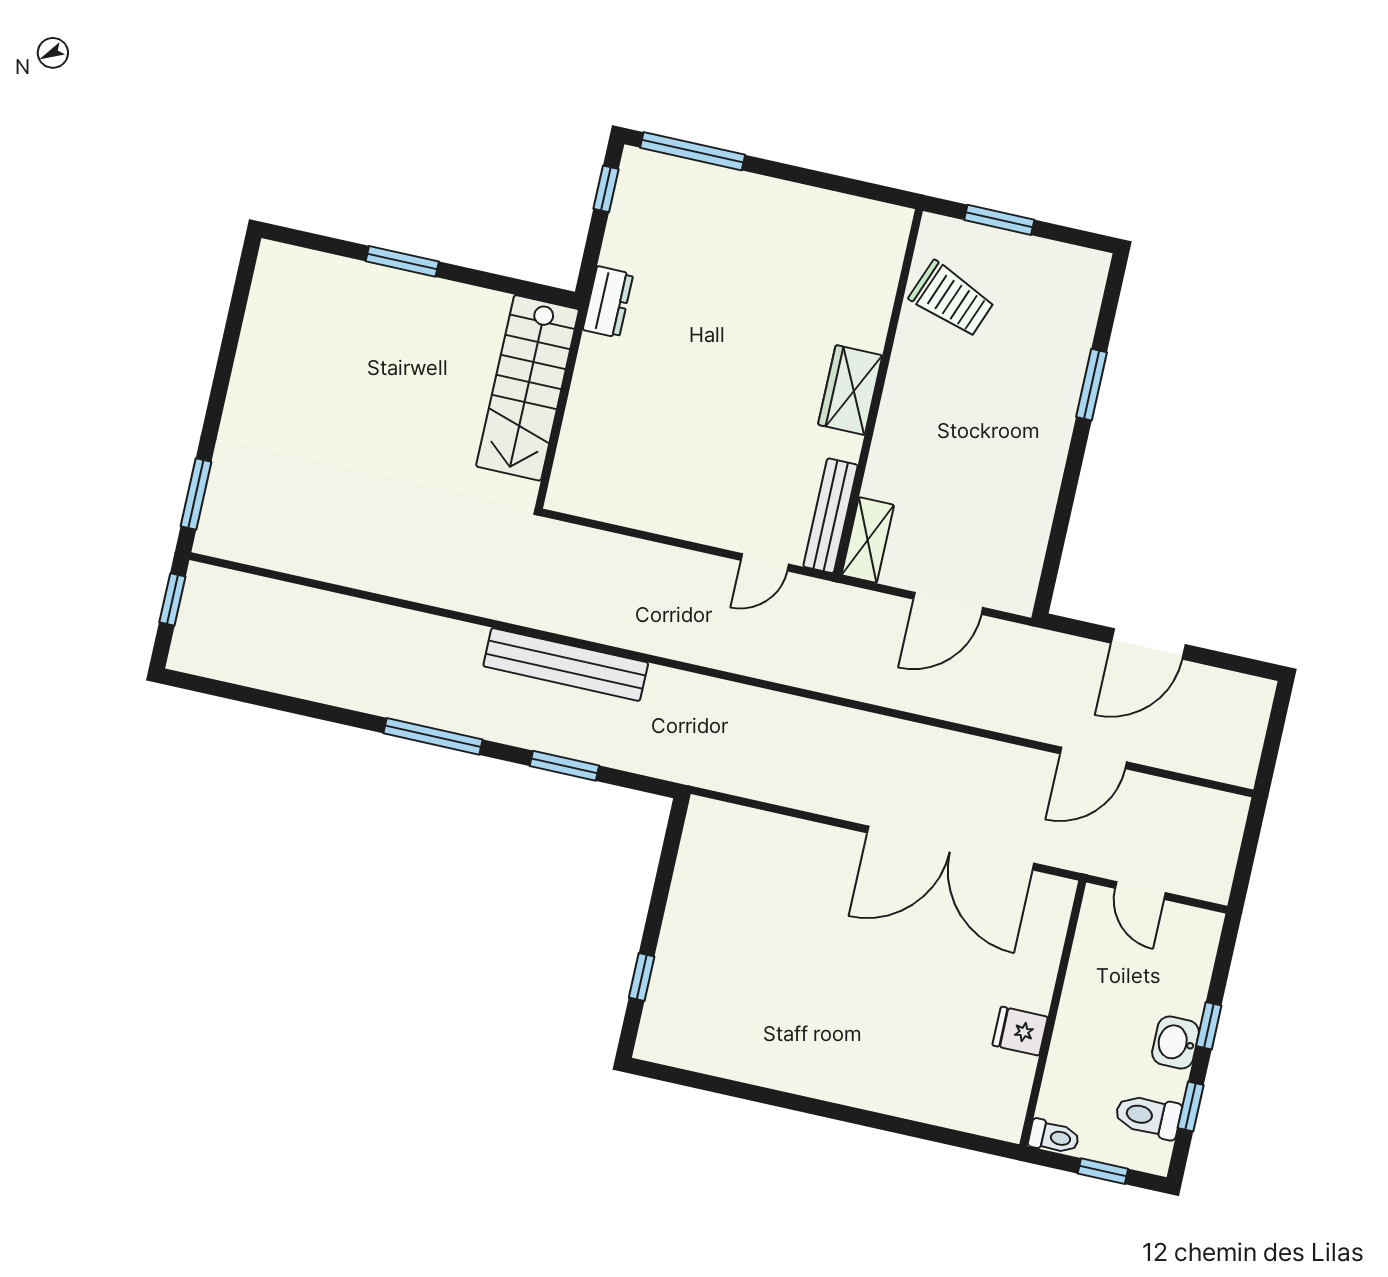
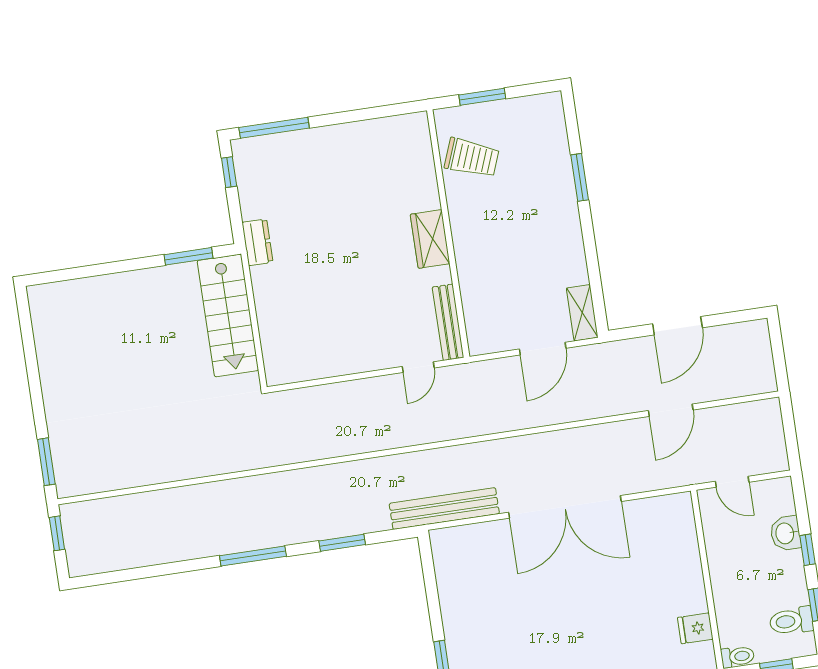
window: (402, 261) -> (188, 256), moved
shelving: (868, 540) -> (582, 313), moved
bench: (566, 664) -> (444, 509), moved
double door: (951, 848) -> (565, 507), moved
fridge: (1020, 1031) -> (695, 628), moved
washbasin: (1175, 1042) -> (786, 533), moved

